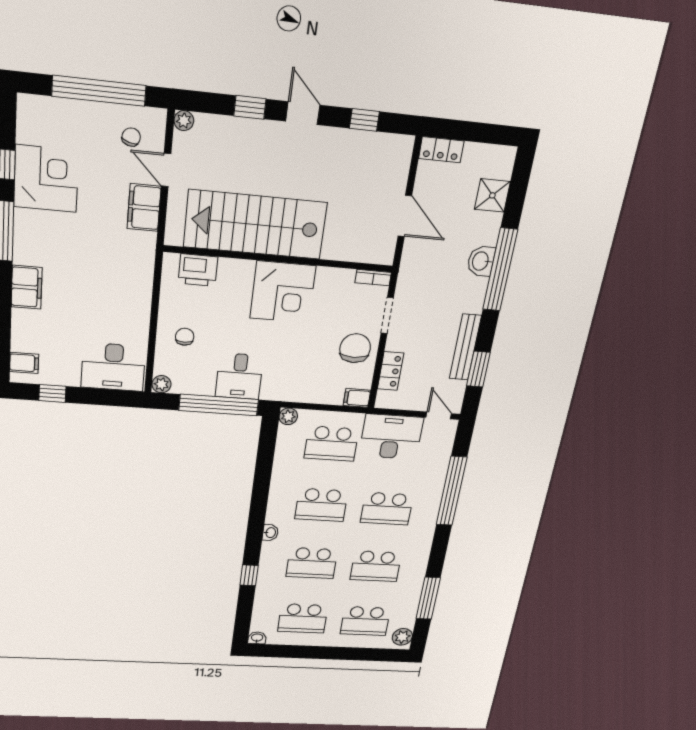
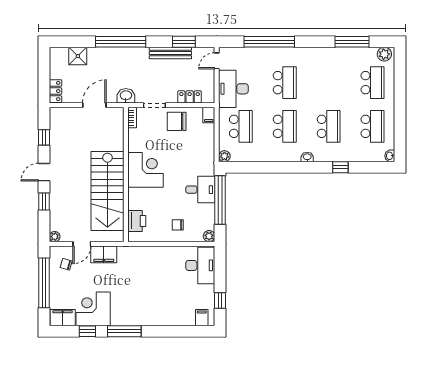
washbasin: (481, 261) -> (126, 96), moved, turned 180
filing cabinet: (27, 287) -> (63, 318), moved
school desk: (376, 566) -> (329, 83), removed

